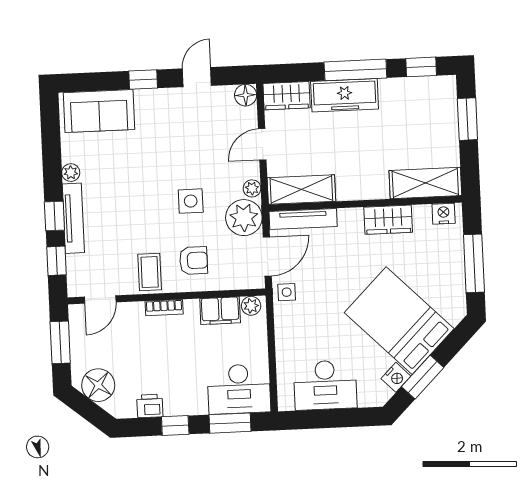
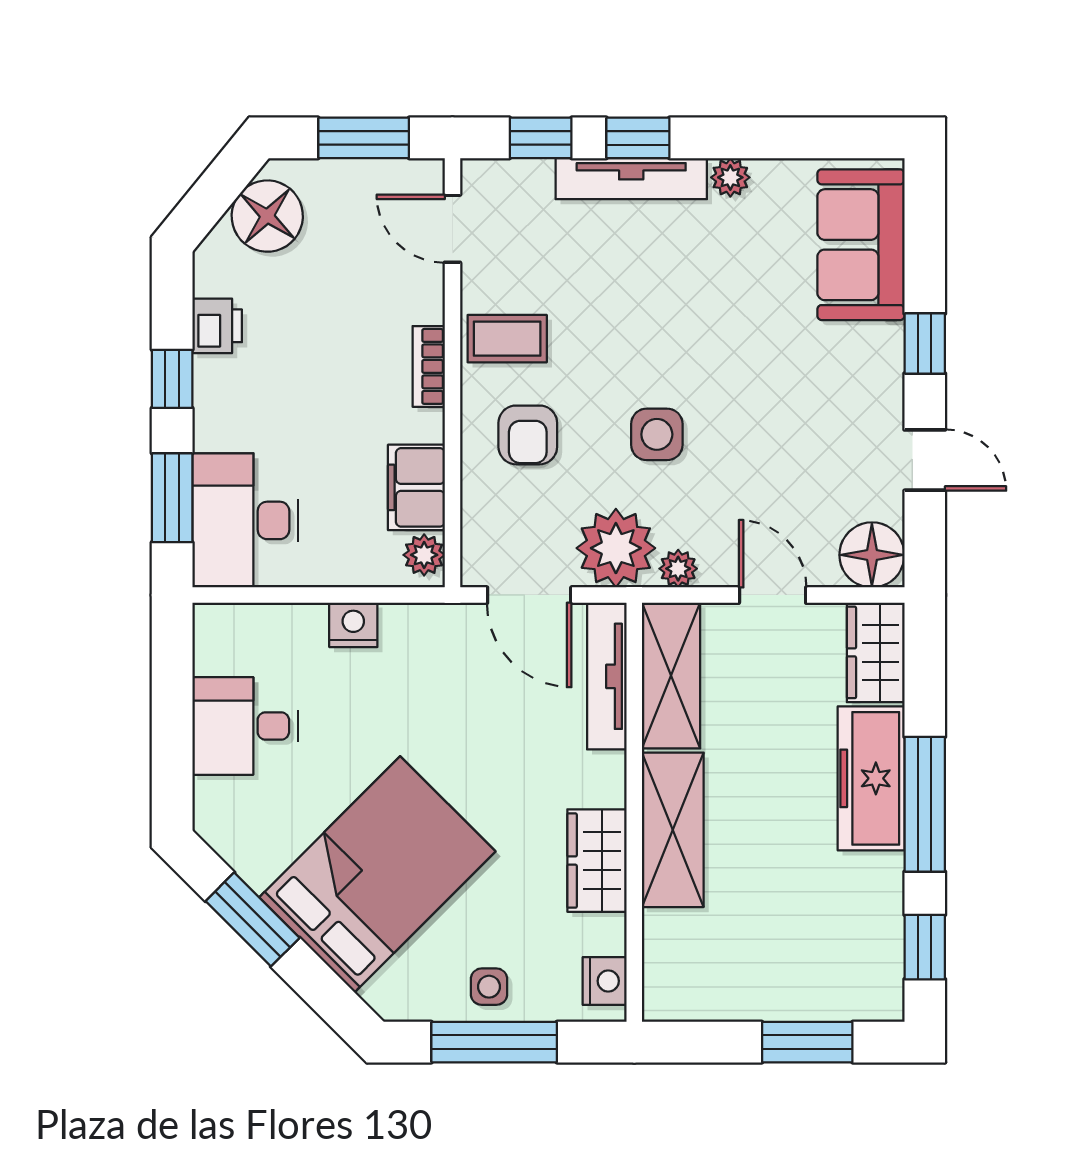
floor lamp: (246, 95) -> (872, 555), width x1.38, depth x1.38
shelving: (425, 183) -> (673, 830), moved
side table: (287, 292) -> (489, 987), moved
nightstand: (396, 377) -> (353, 625), moved, turned 135
desk: (325, 385) -> (245, 726), width x0.73

